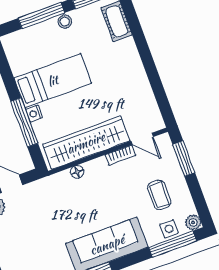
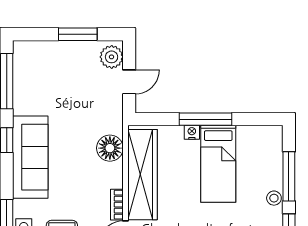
window: (24, 122) -> (206, 119), moved
floor lamp: (77, 172) -> (110, 148), width x1.89, depth x1.89

